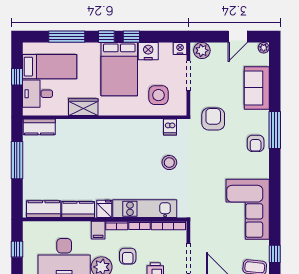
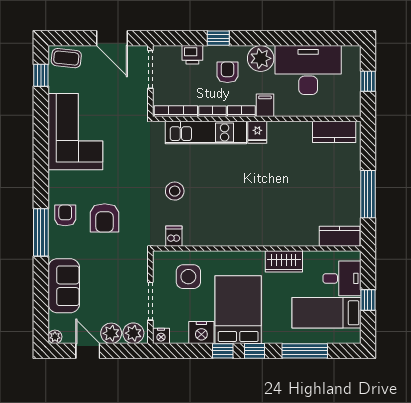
door: (238, 37) -> (88, 351), hinge flipped
plant: (219, 50) -> (111, 333), added
armchair: (213, 119) -> (105, 218), moved
kitchen counter: (78, 210) -> (290, 131), removed

